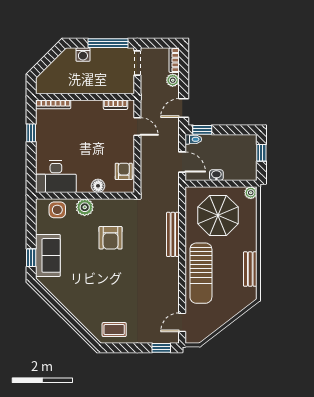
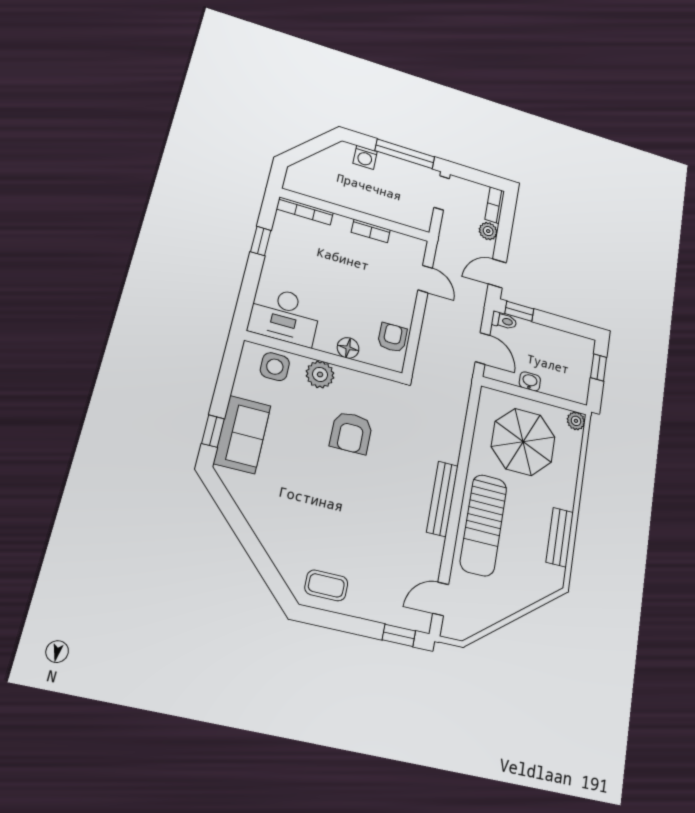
bookcase: (116, 105) -> (371, 231), moved
bench: (173, 234) -> (442, 499), moved

